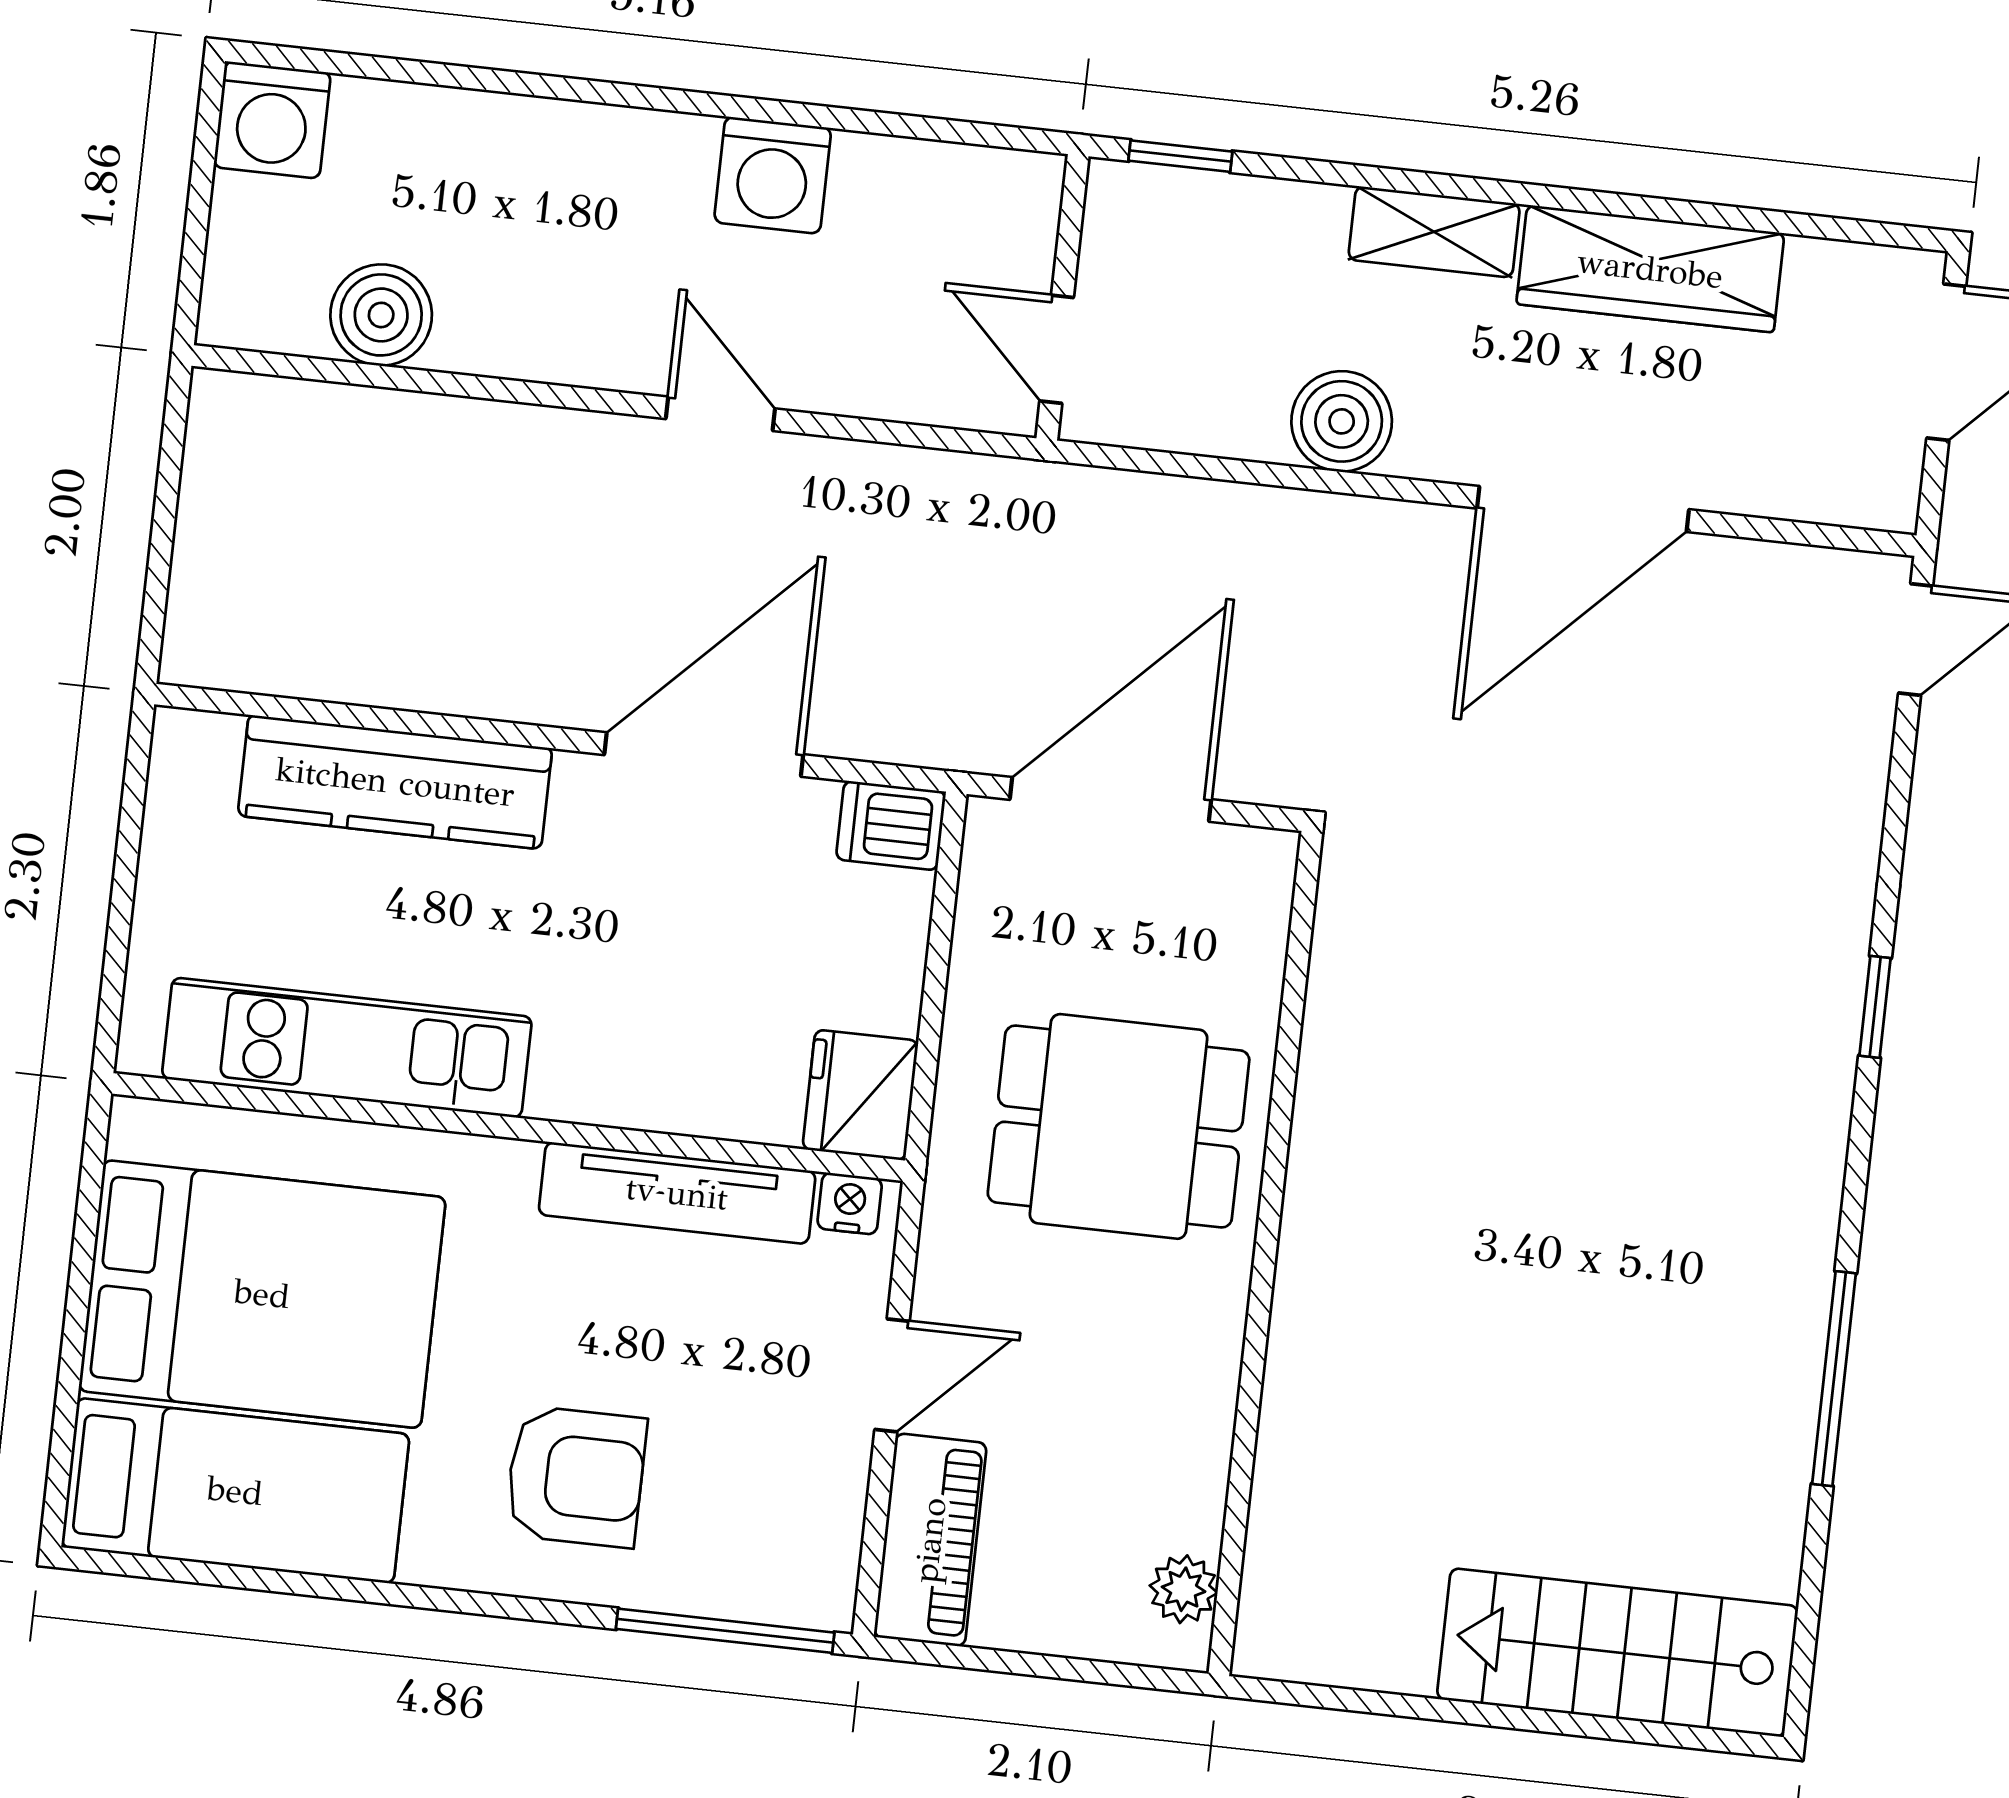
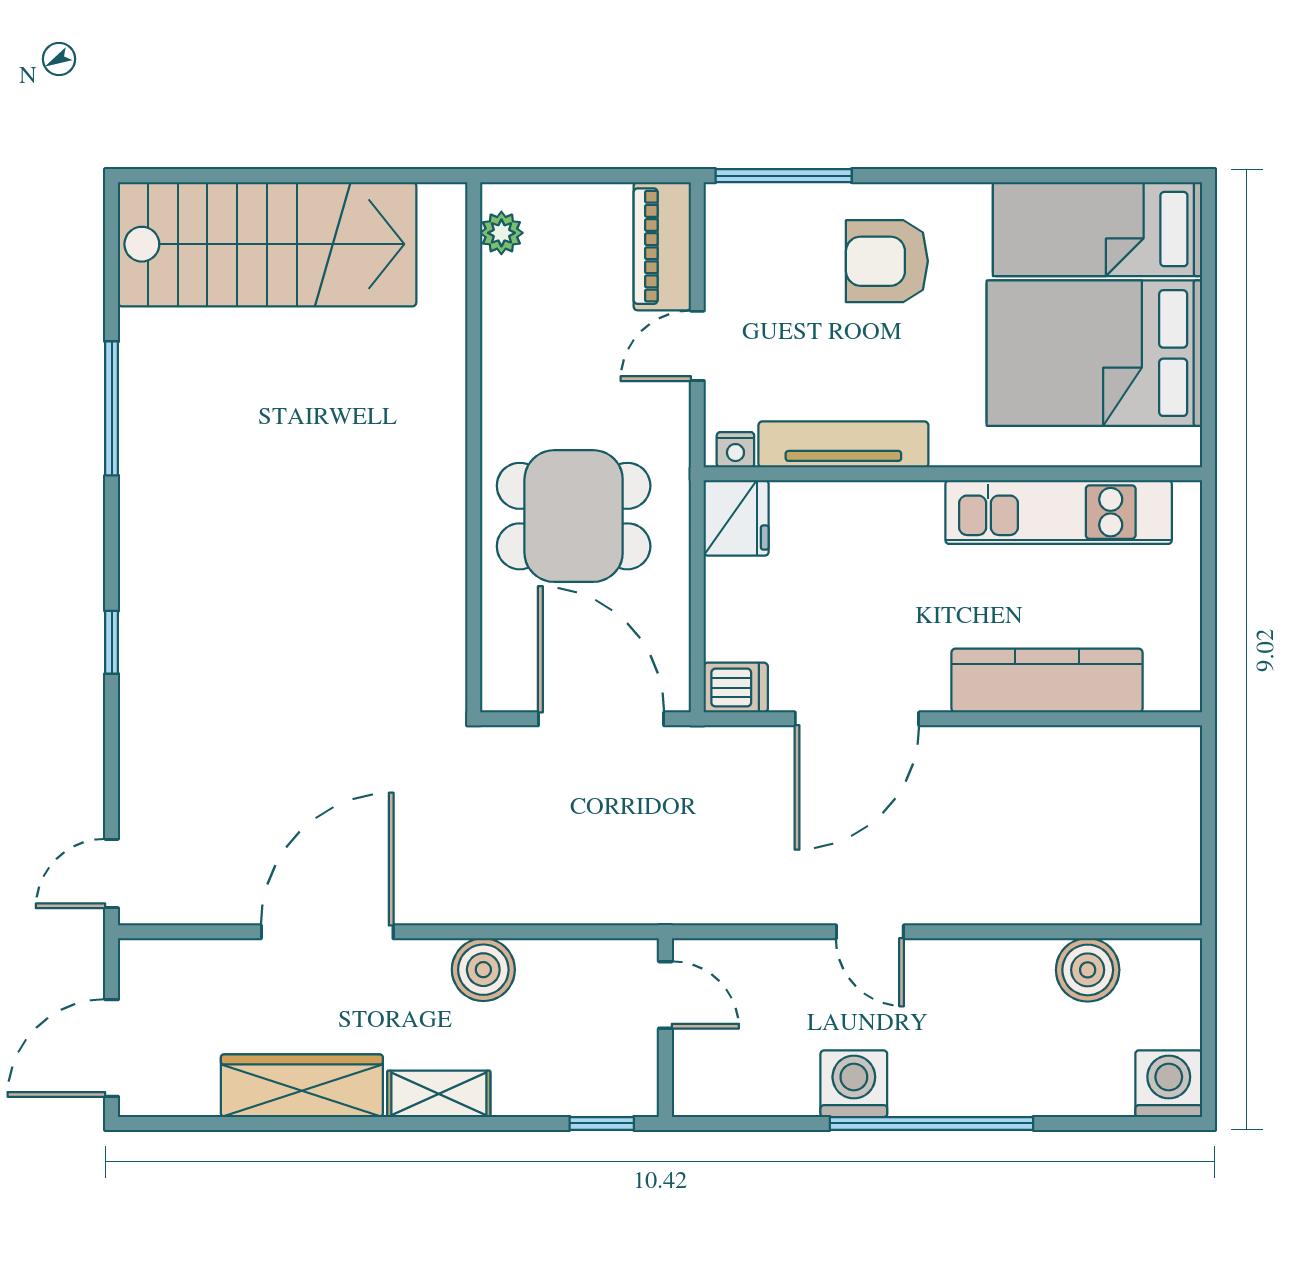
window: (656, 98) -> (931, 1123), added
door: (1110, 799) -> (601, 719), swing flipped
stairs: (1617, 1653) -> (267, 244), width x1.36, depth x1.51

